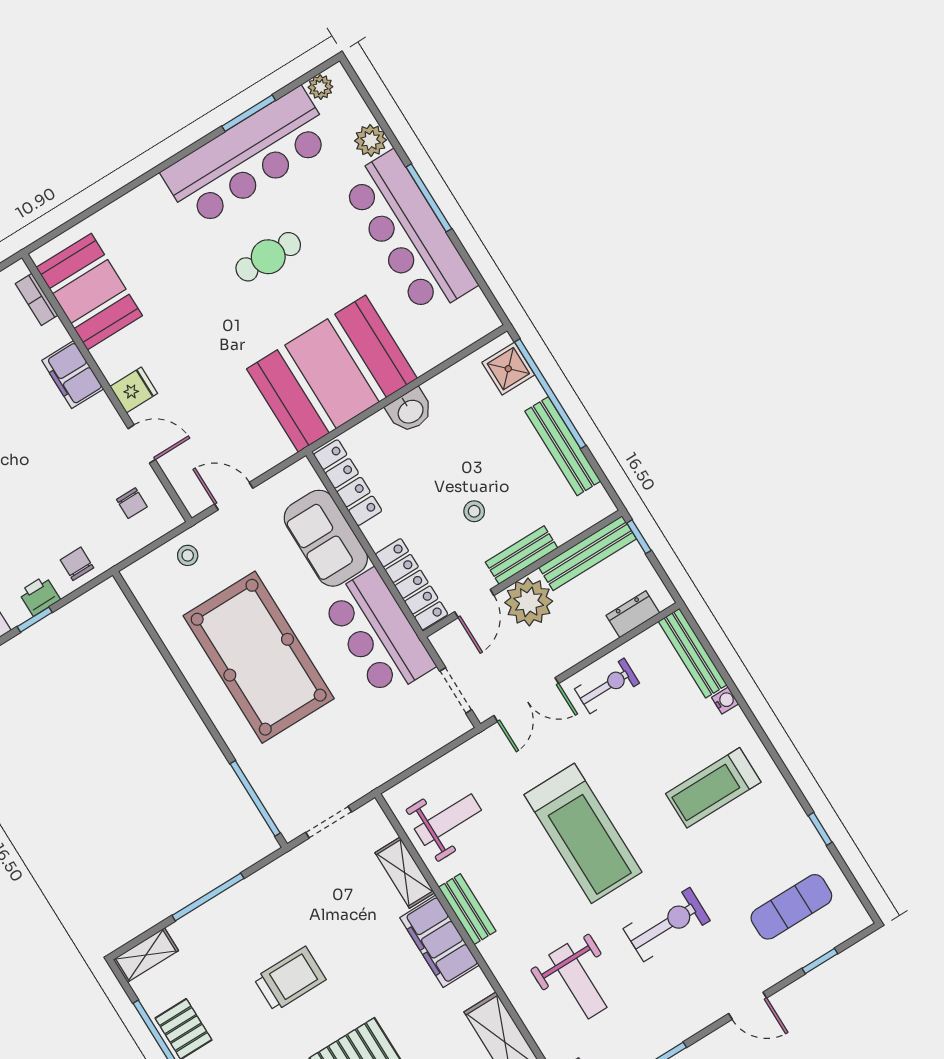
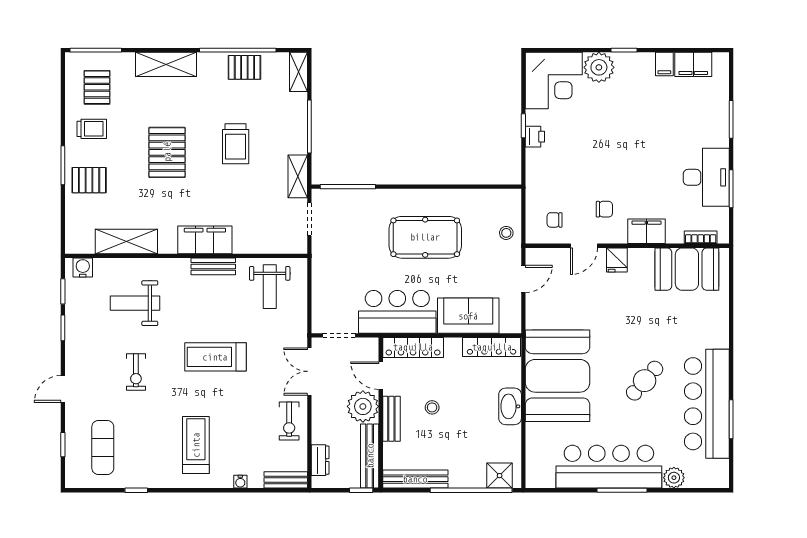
plant: (320, 87) -> (721, 468), removed
cafe table: (268, 257) -> (645, 381), turned 40
washbasin: (410, 411) -> (510, 406), width x1.38
bench: (563, 446) -> (415, 479), moved
chair: (77, 564) -> (604, 209), moved
bench: (693, 653) -> (286, 480), width x0.73
pool table: (259, 657) -> (425, 237), width x0.73, depth x0.76
treadmill: (583, 833) -> (215, 357), width x0.73, depth x0.73
shelving: (405, 873) -> (298, 176), moved, turned 90
exercise bike: (667, 925) -> (136, 372), width x0.73, depth x0.72

